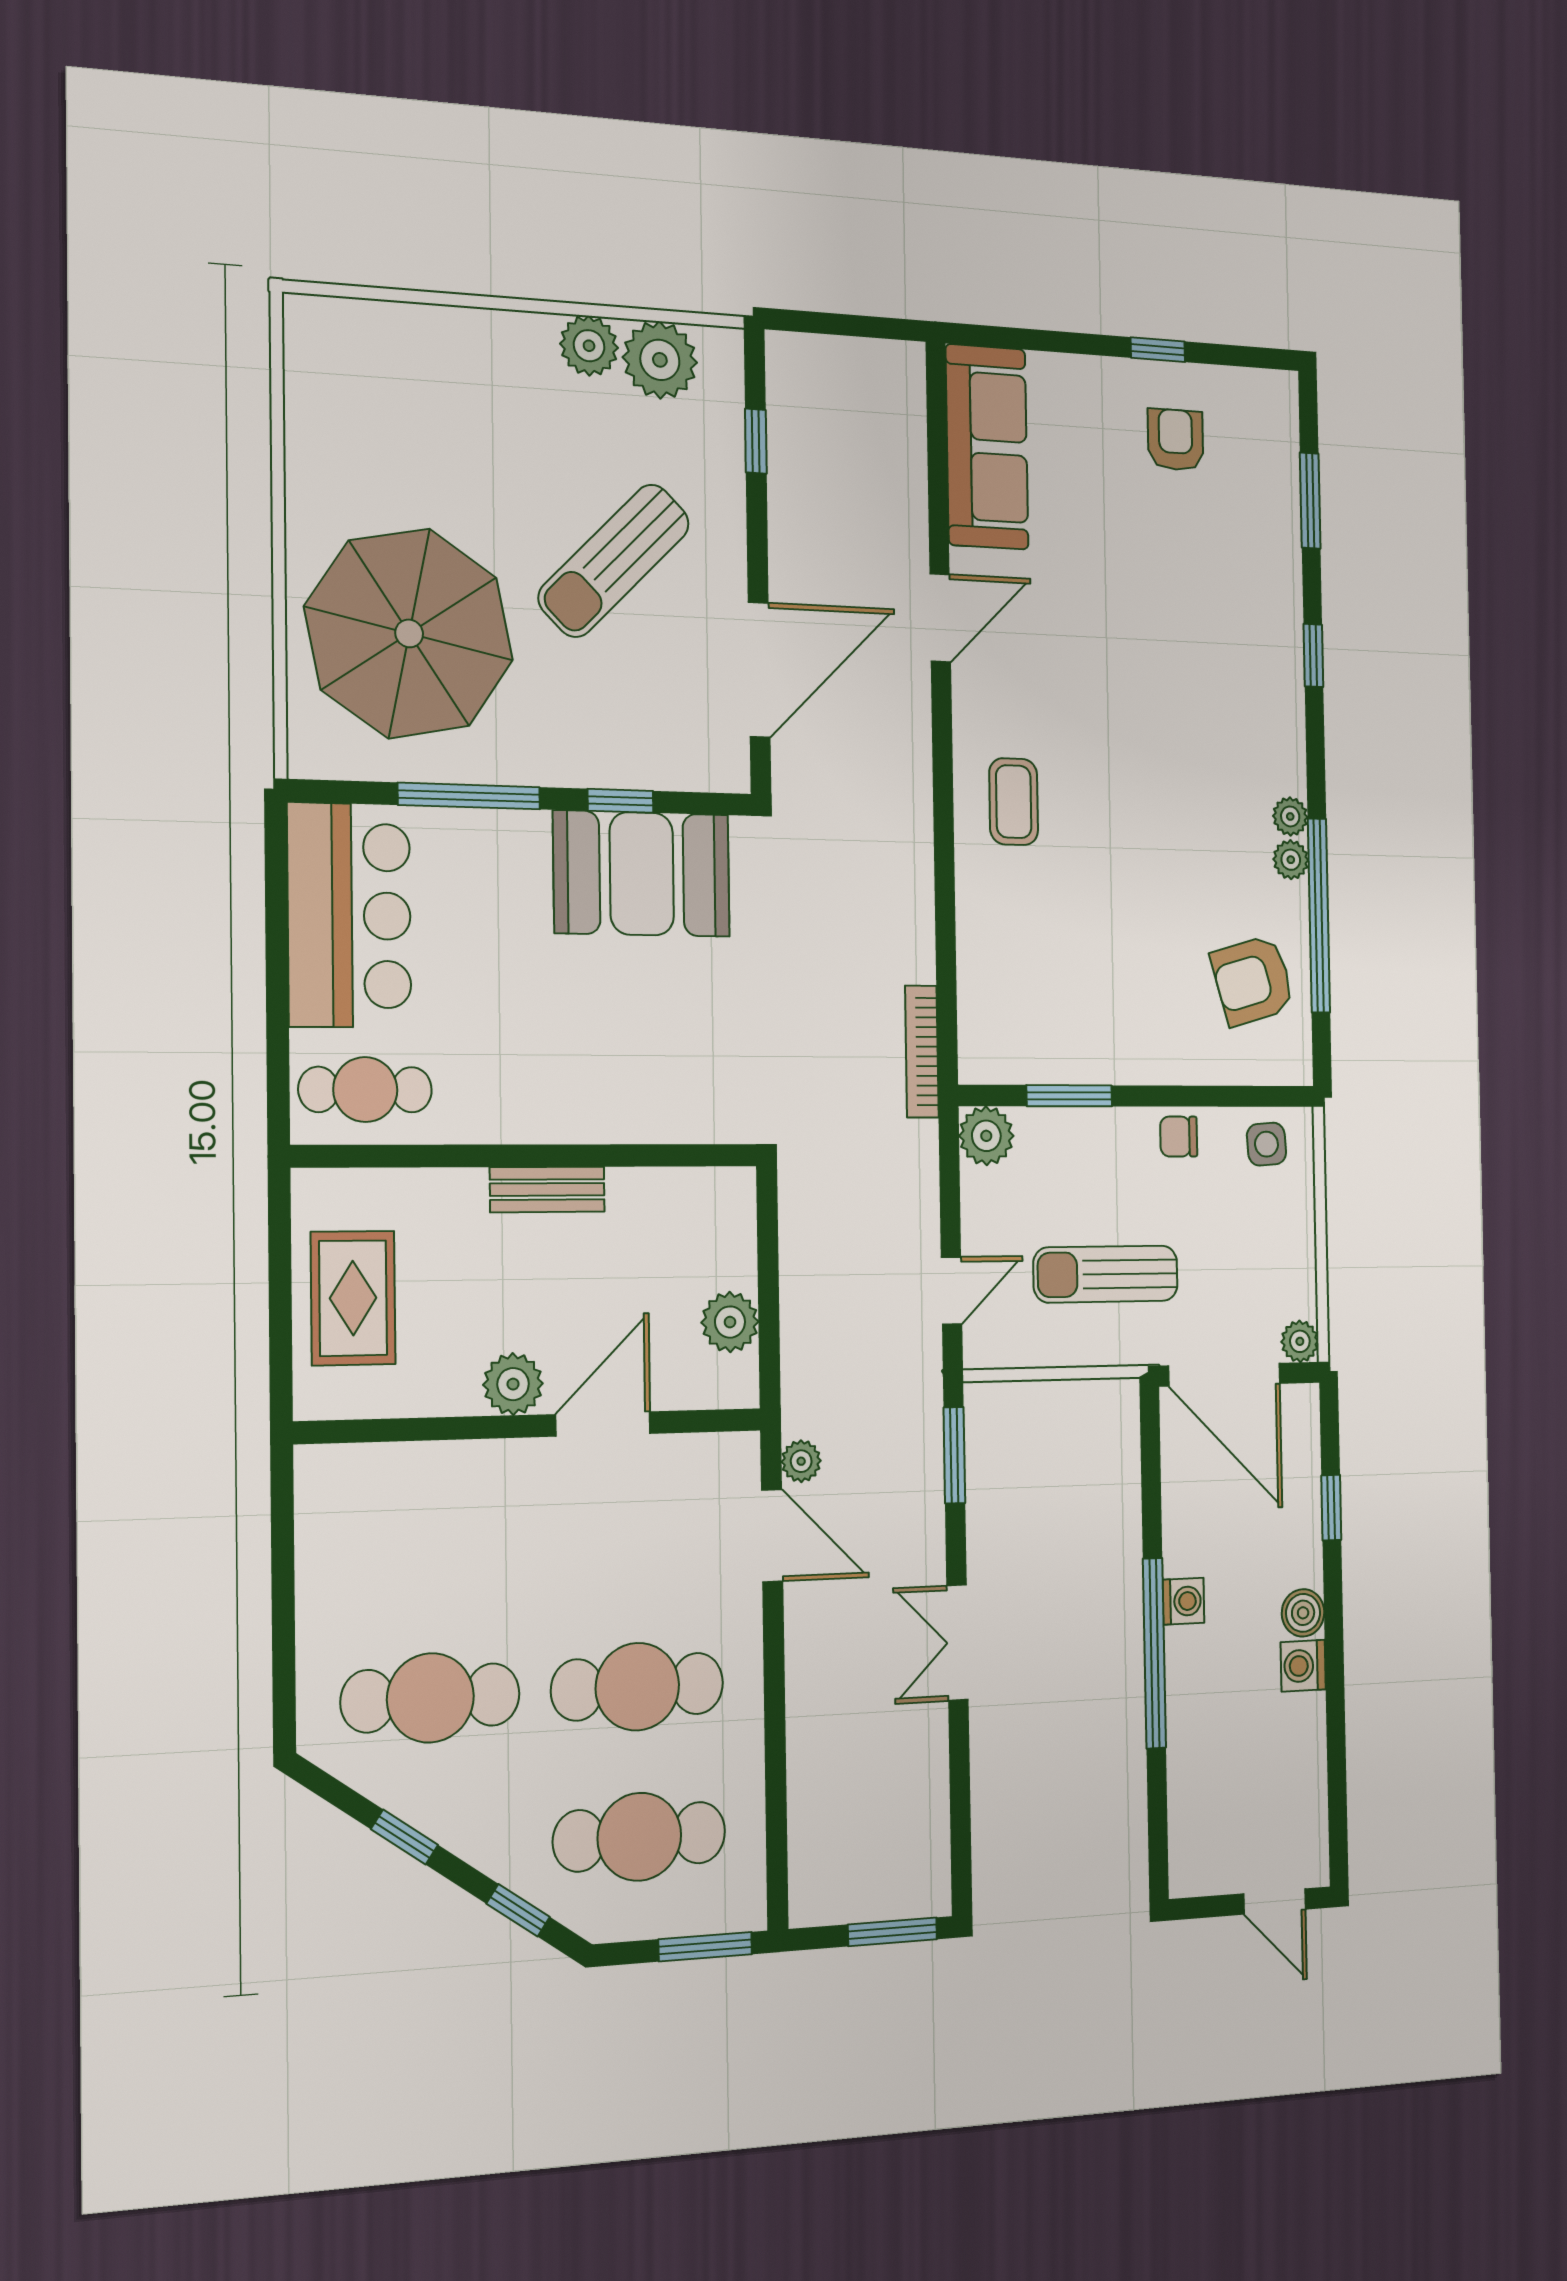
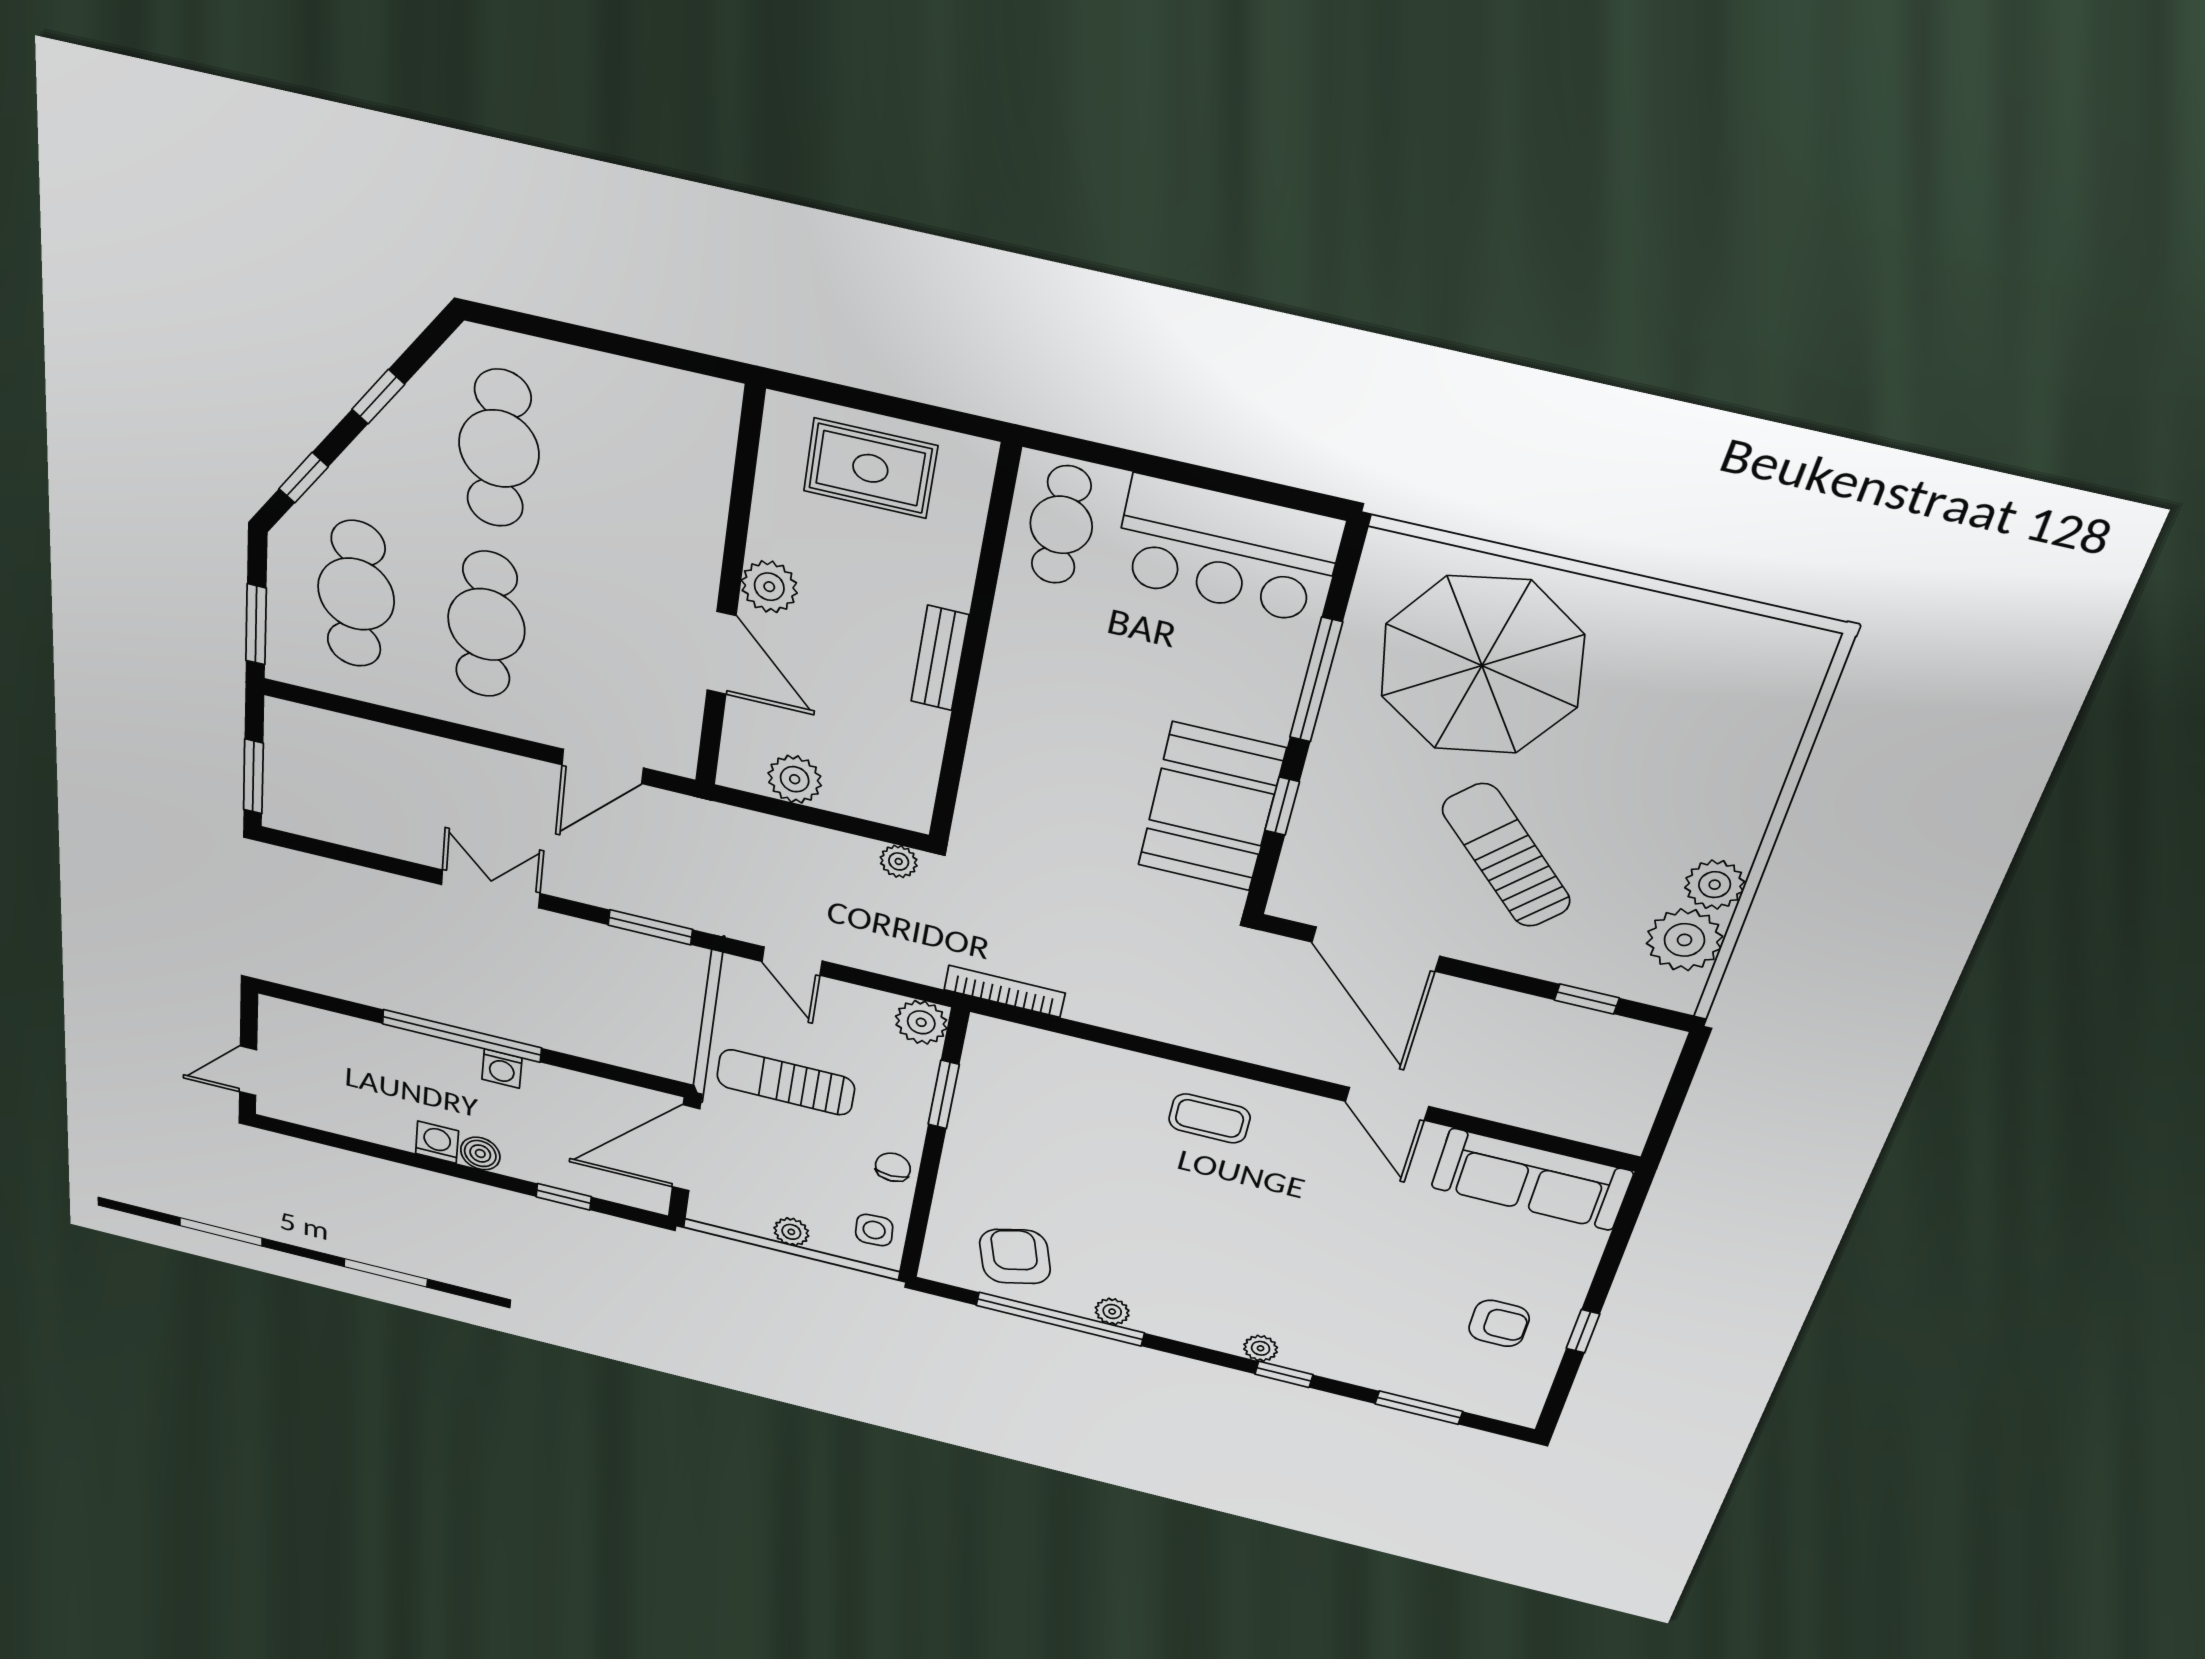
plant: (1290, 816) -> (1261, 1348), moved
sun lounger: (1106, 1274) -> (786, 1082), turned -90
plant: (1300, 1341) -> (791, 1232), moved
plant: (801, 1461) -> (899, 861), moved

